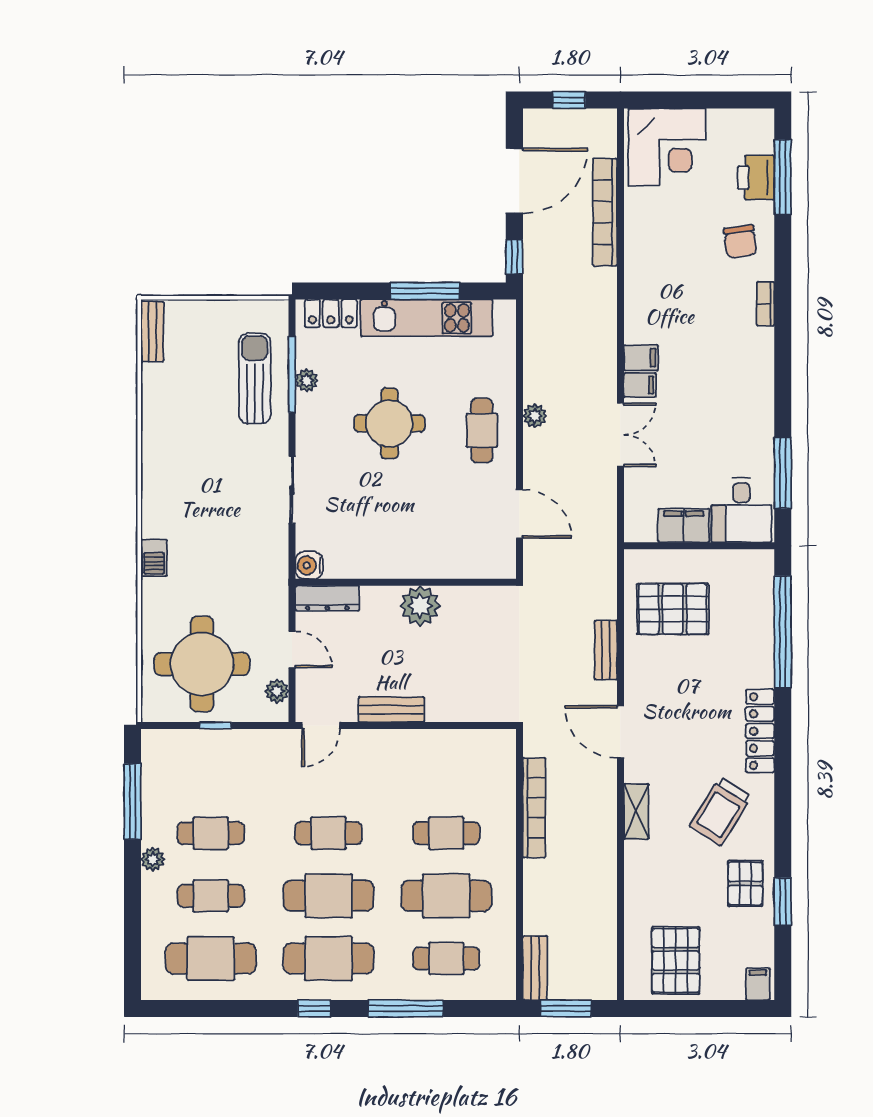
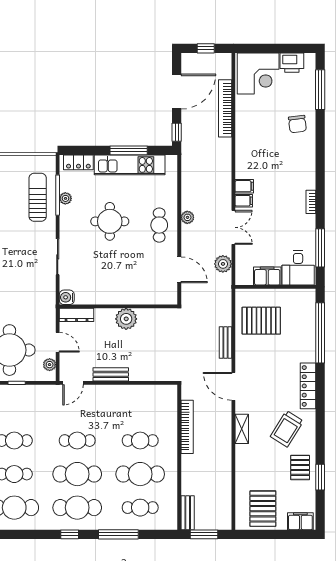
printer: (756, 178) -> (292, 63), moved, turned -90
bookcase: (766, 304) -> (311, 202), moved
plant: (601, 503) -> (223, 264), added
filing cabinet: (758, 984) -> (300, 521), width x2.00

